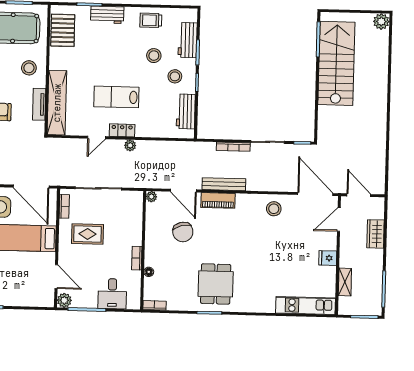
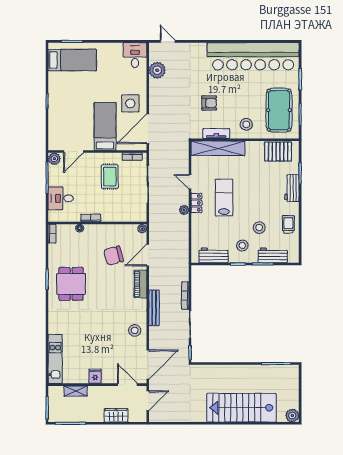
stairs: (336, 63) -> (241, 408), moved, turned 180
bench: (224, 184) -> (154, 308), moved
dining table: (216, 284) -> (71, 284), turned 90

